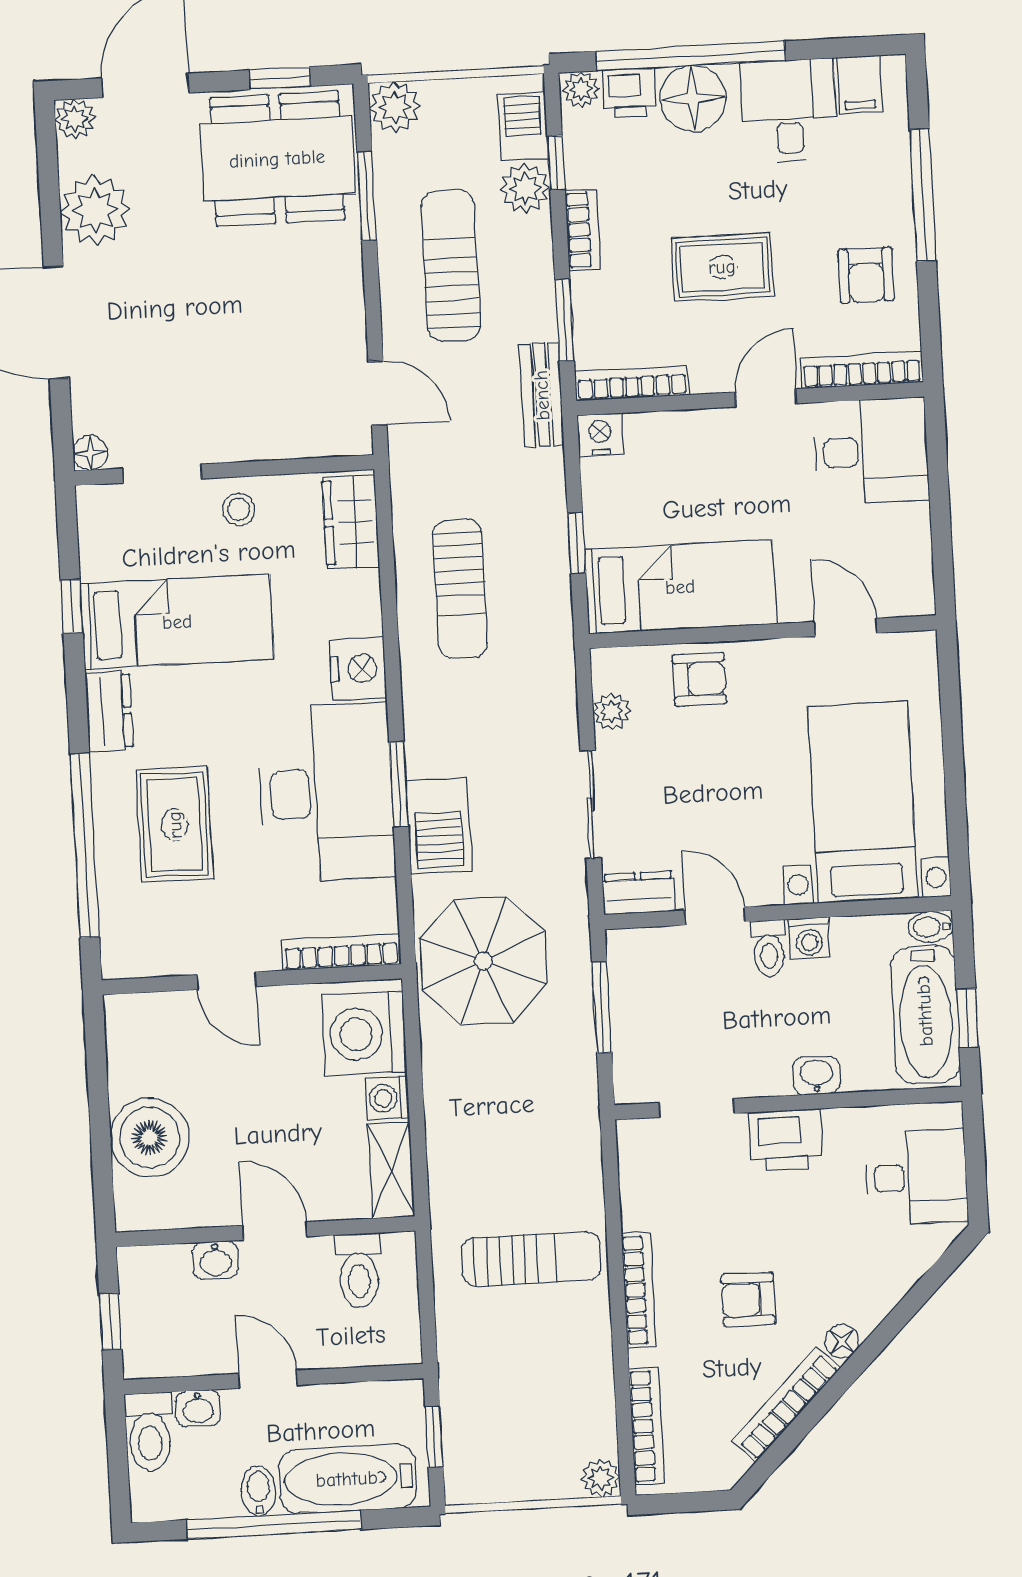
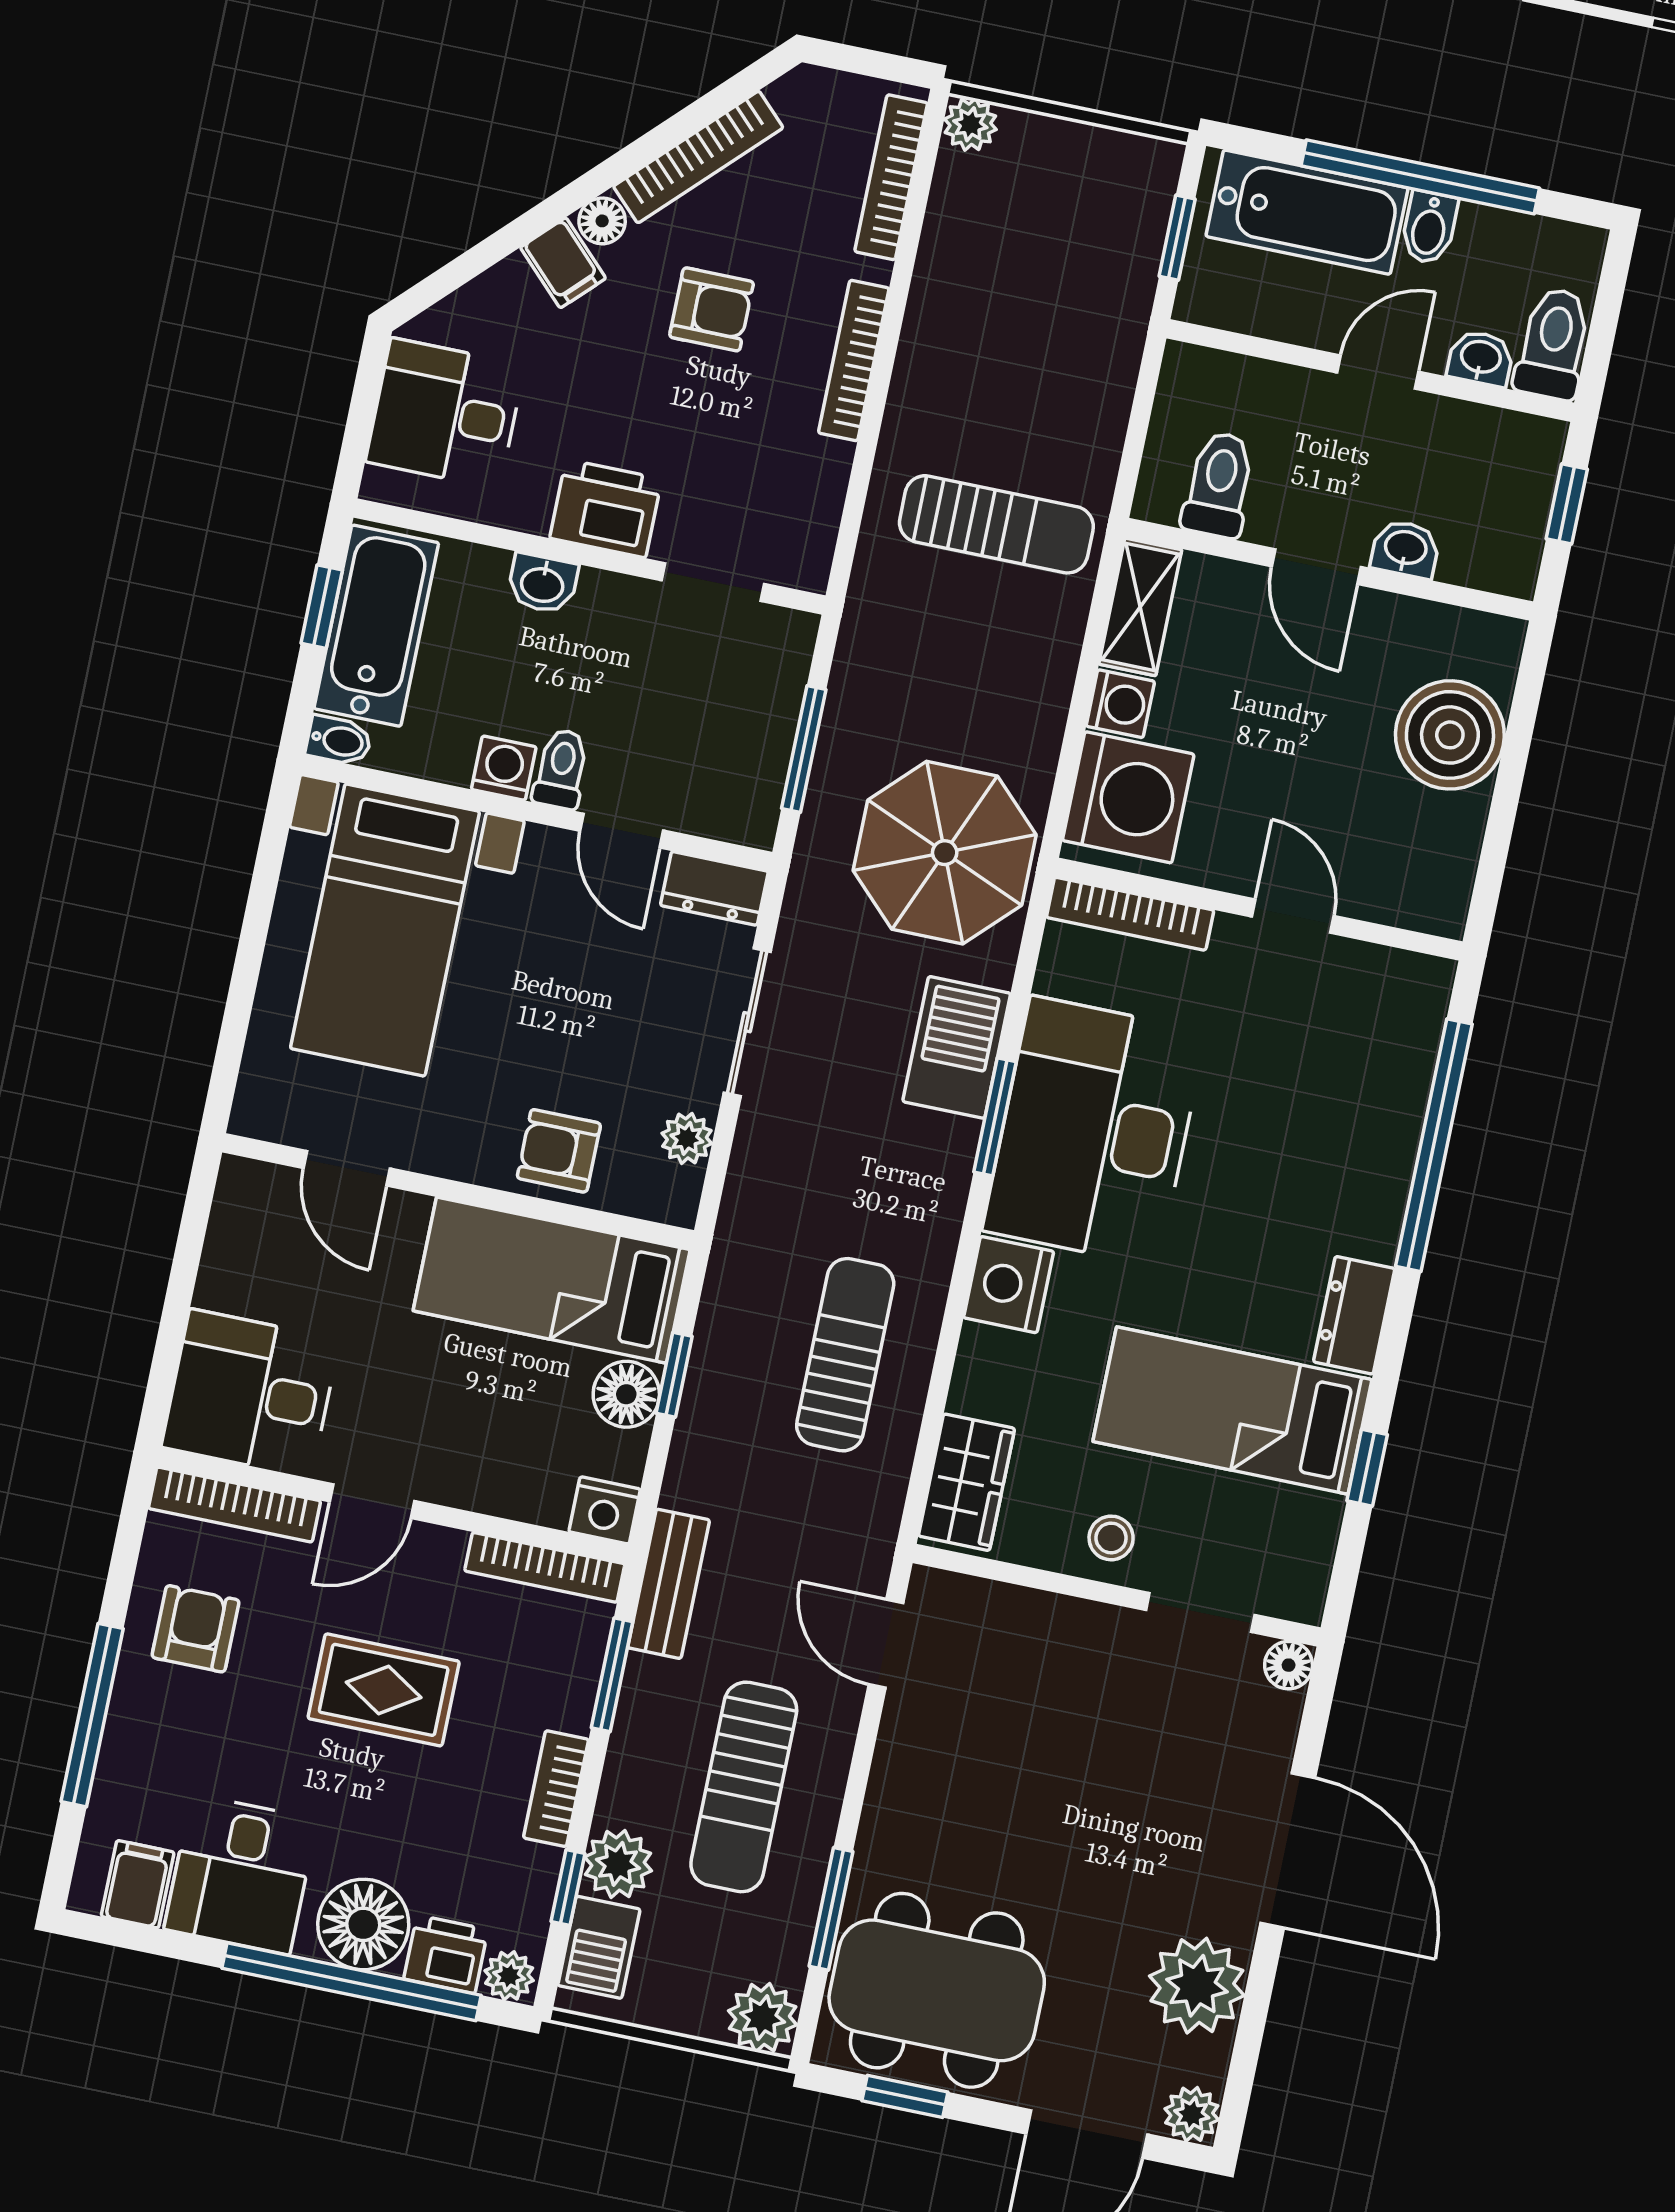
floor lamp: (607, 520) -> (626, 1394), added
rug: (175, 825) -> (1307, 1142), removed
sun lounger: (531, 1259) -> (996, 524), moved, turned 180
filing cabinet: (862, 1305) -> (563, 263), added
door: (268, 1379) -> (1378, 372), swing flipped

